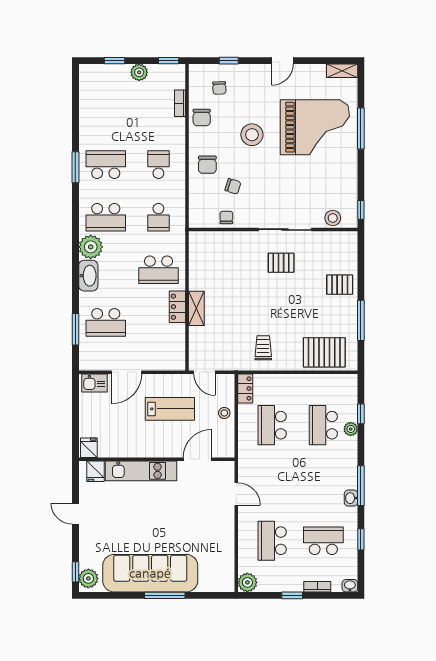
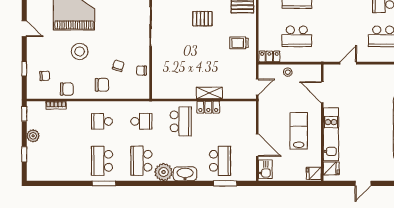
school desk: (106, 217) -> (141, 161), turned 180
pallet: (281, 263) -> (202, 19), moved, turned 90
lab bench: (170, 409) -> (299, 131), moved

